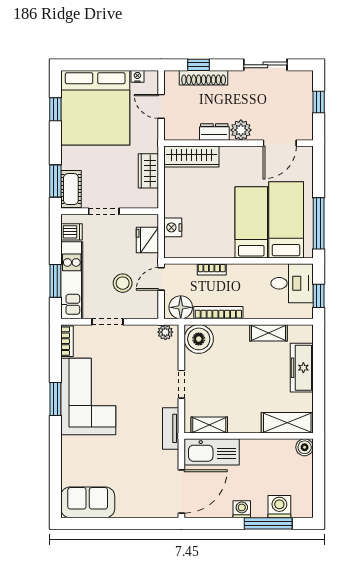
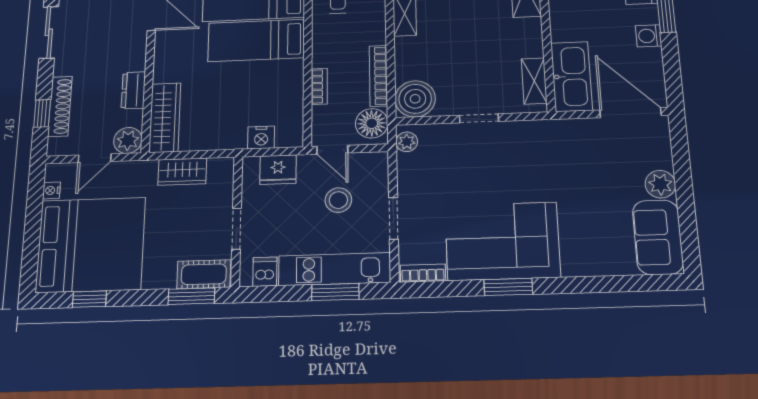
plant: (241, 130) -> (128, 140), moved
tv unit: (171, 428) -> (542, 130), removed
plant: (126, 508) -> (660, 184), added

